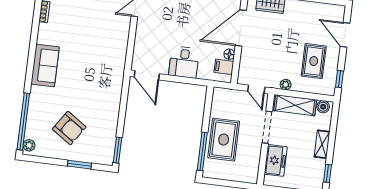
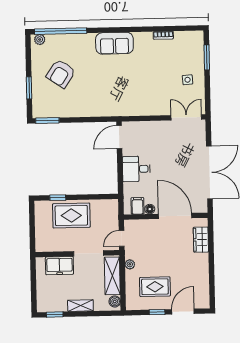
window: (339, 79) -> (157, 312), moved
window: (202, 151) -> (58, 198), width x0.46

